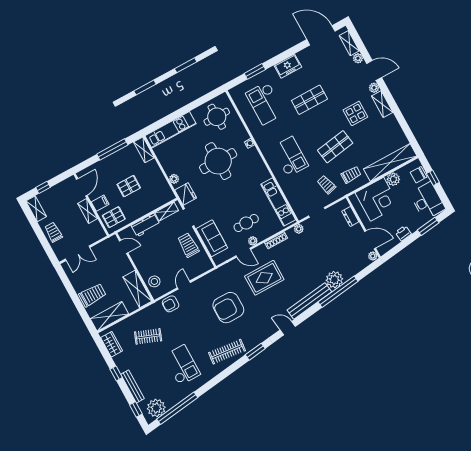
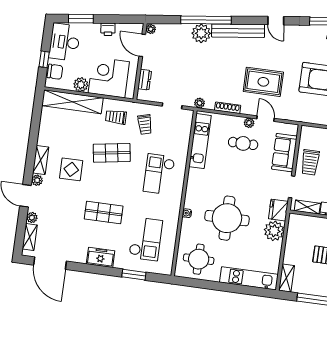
plant: (174, 179) -> (274, 231), width x1.88, depth x1.88

